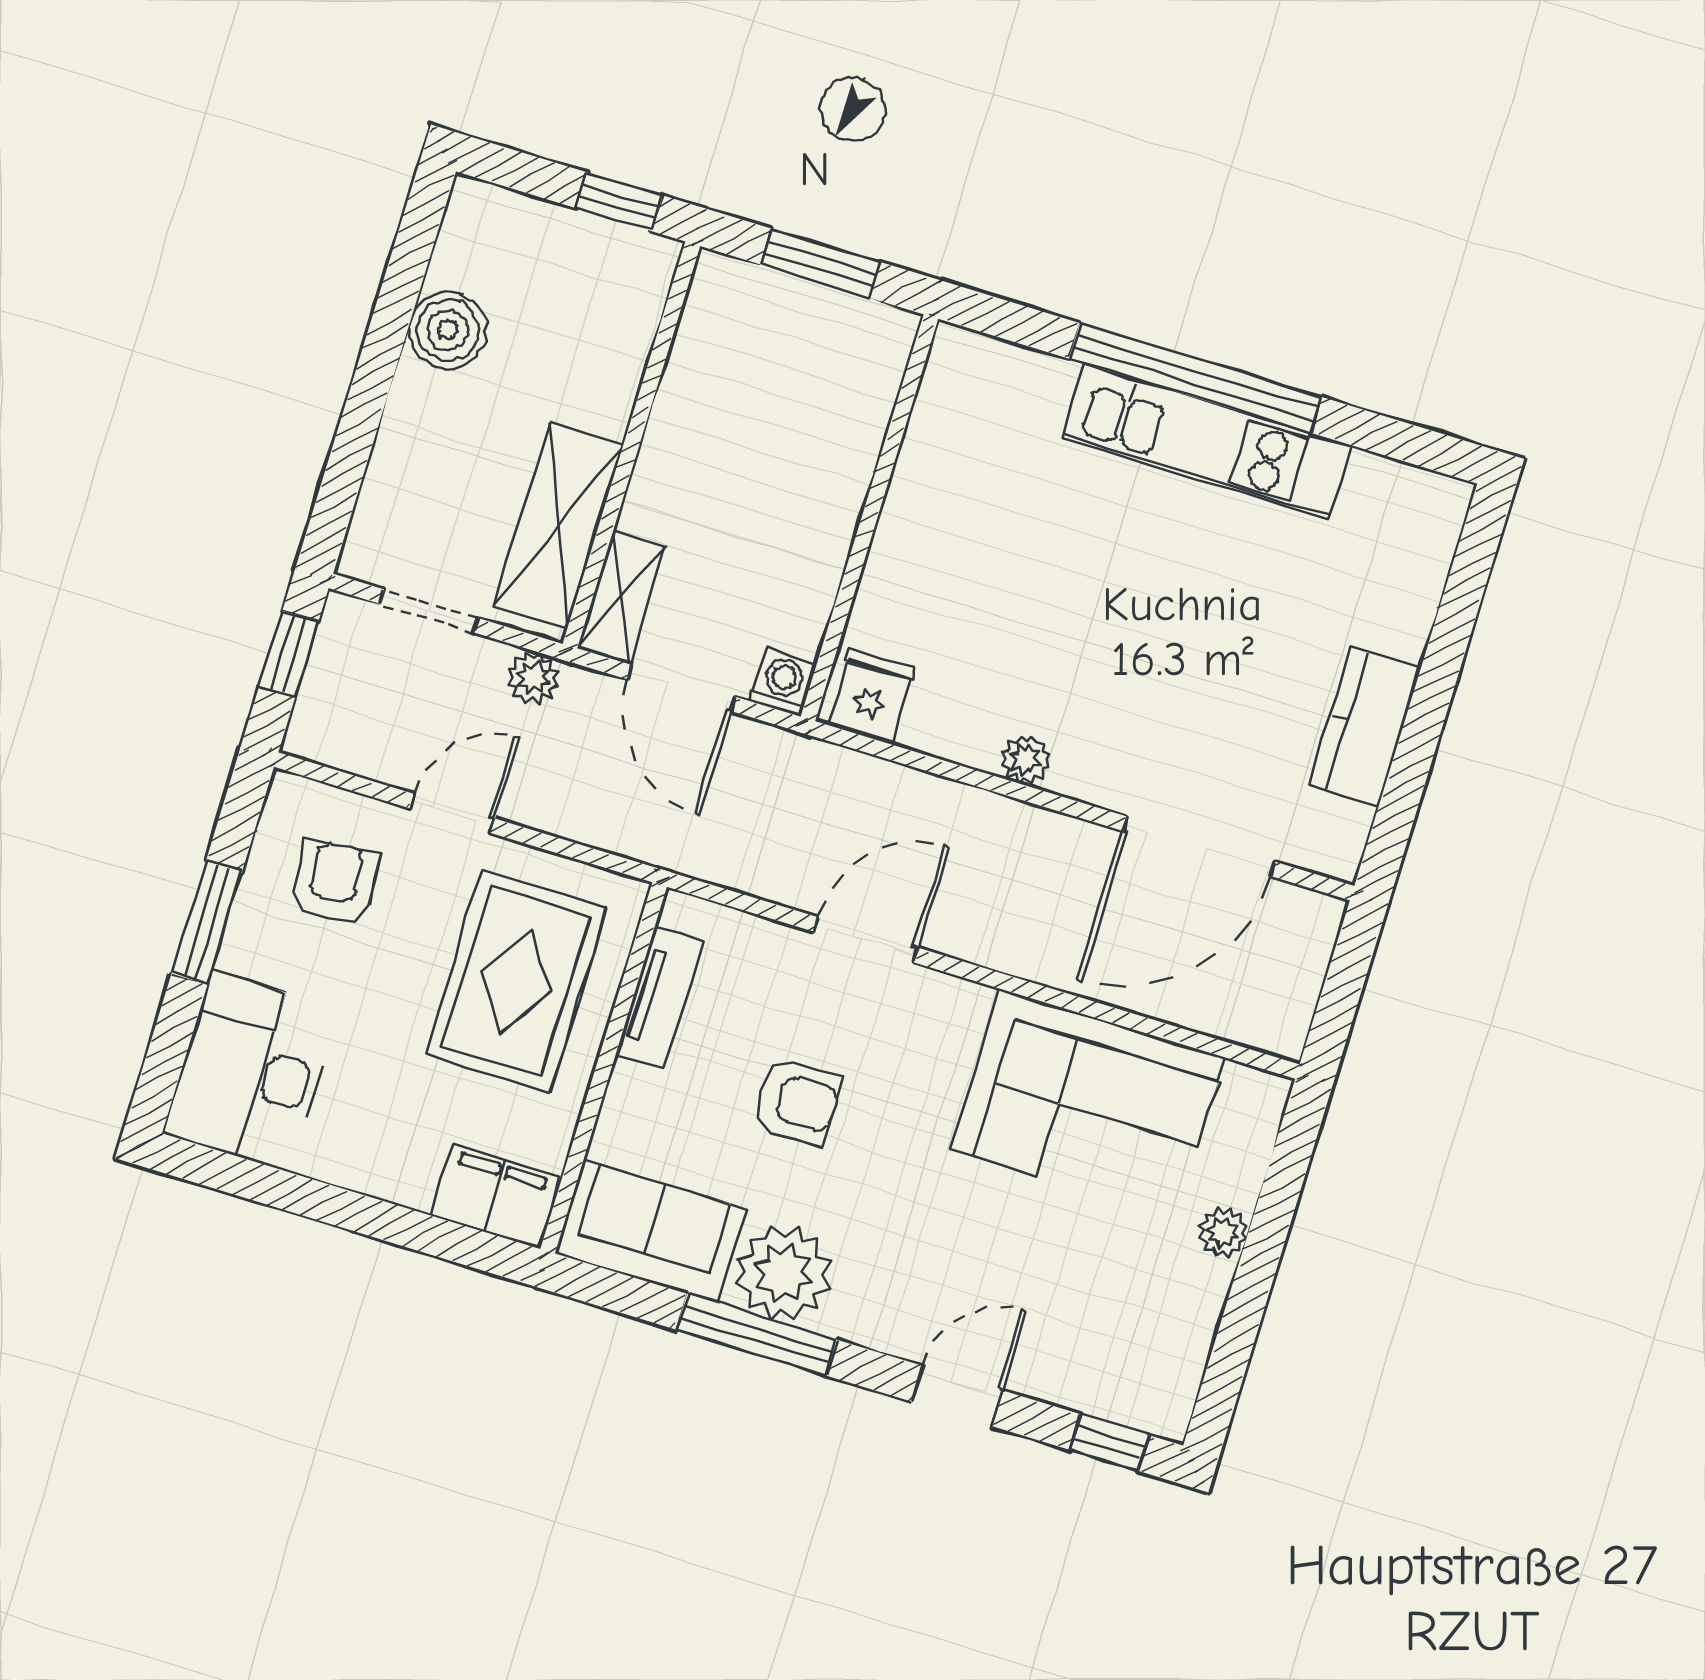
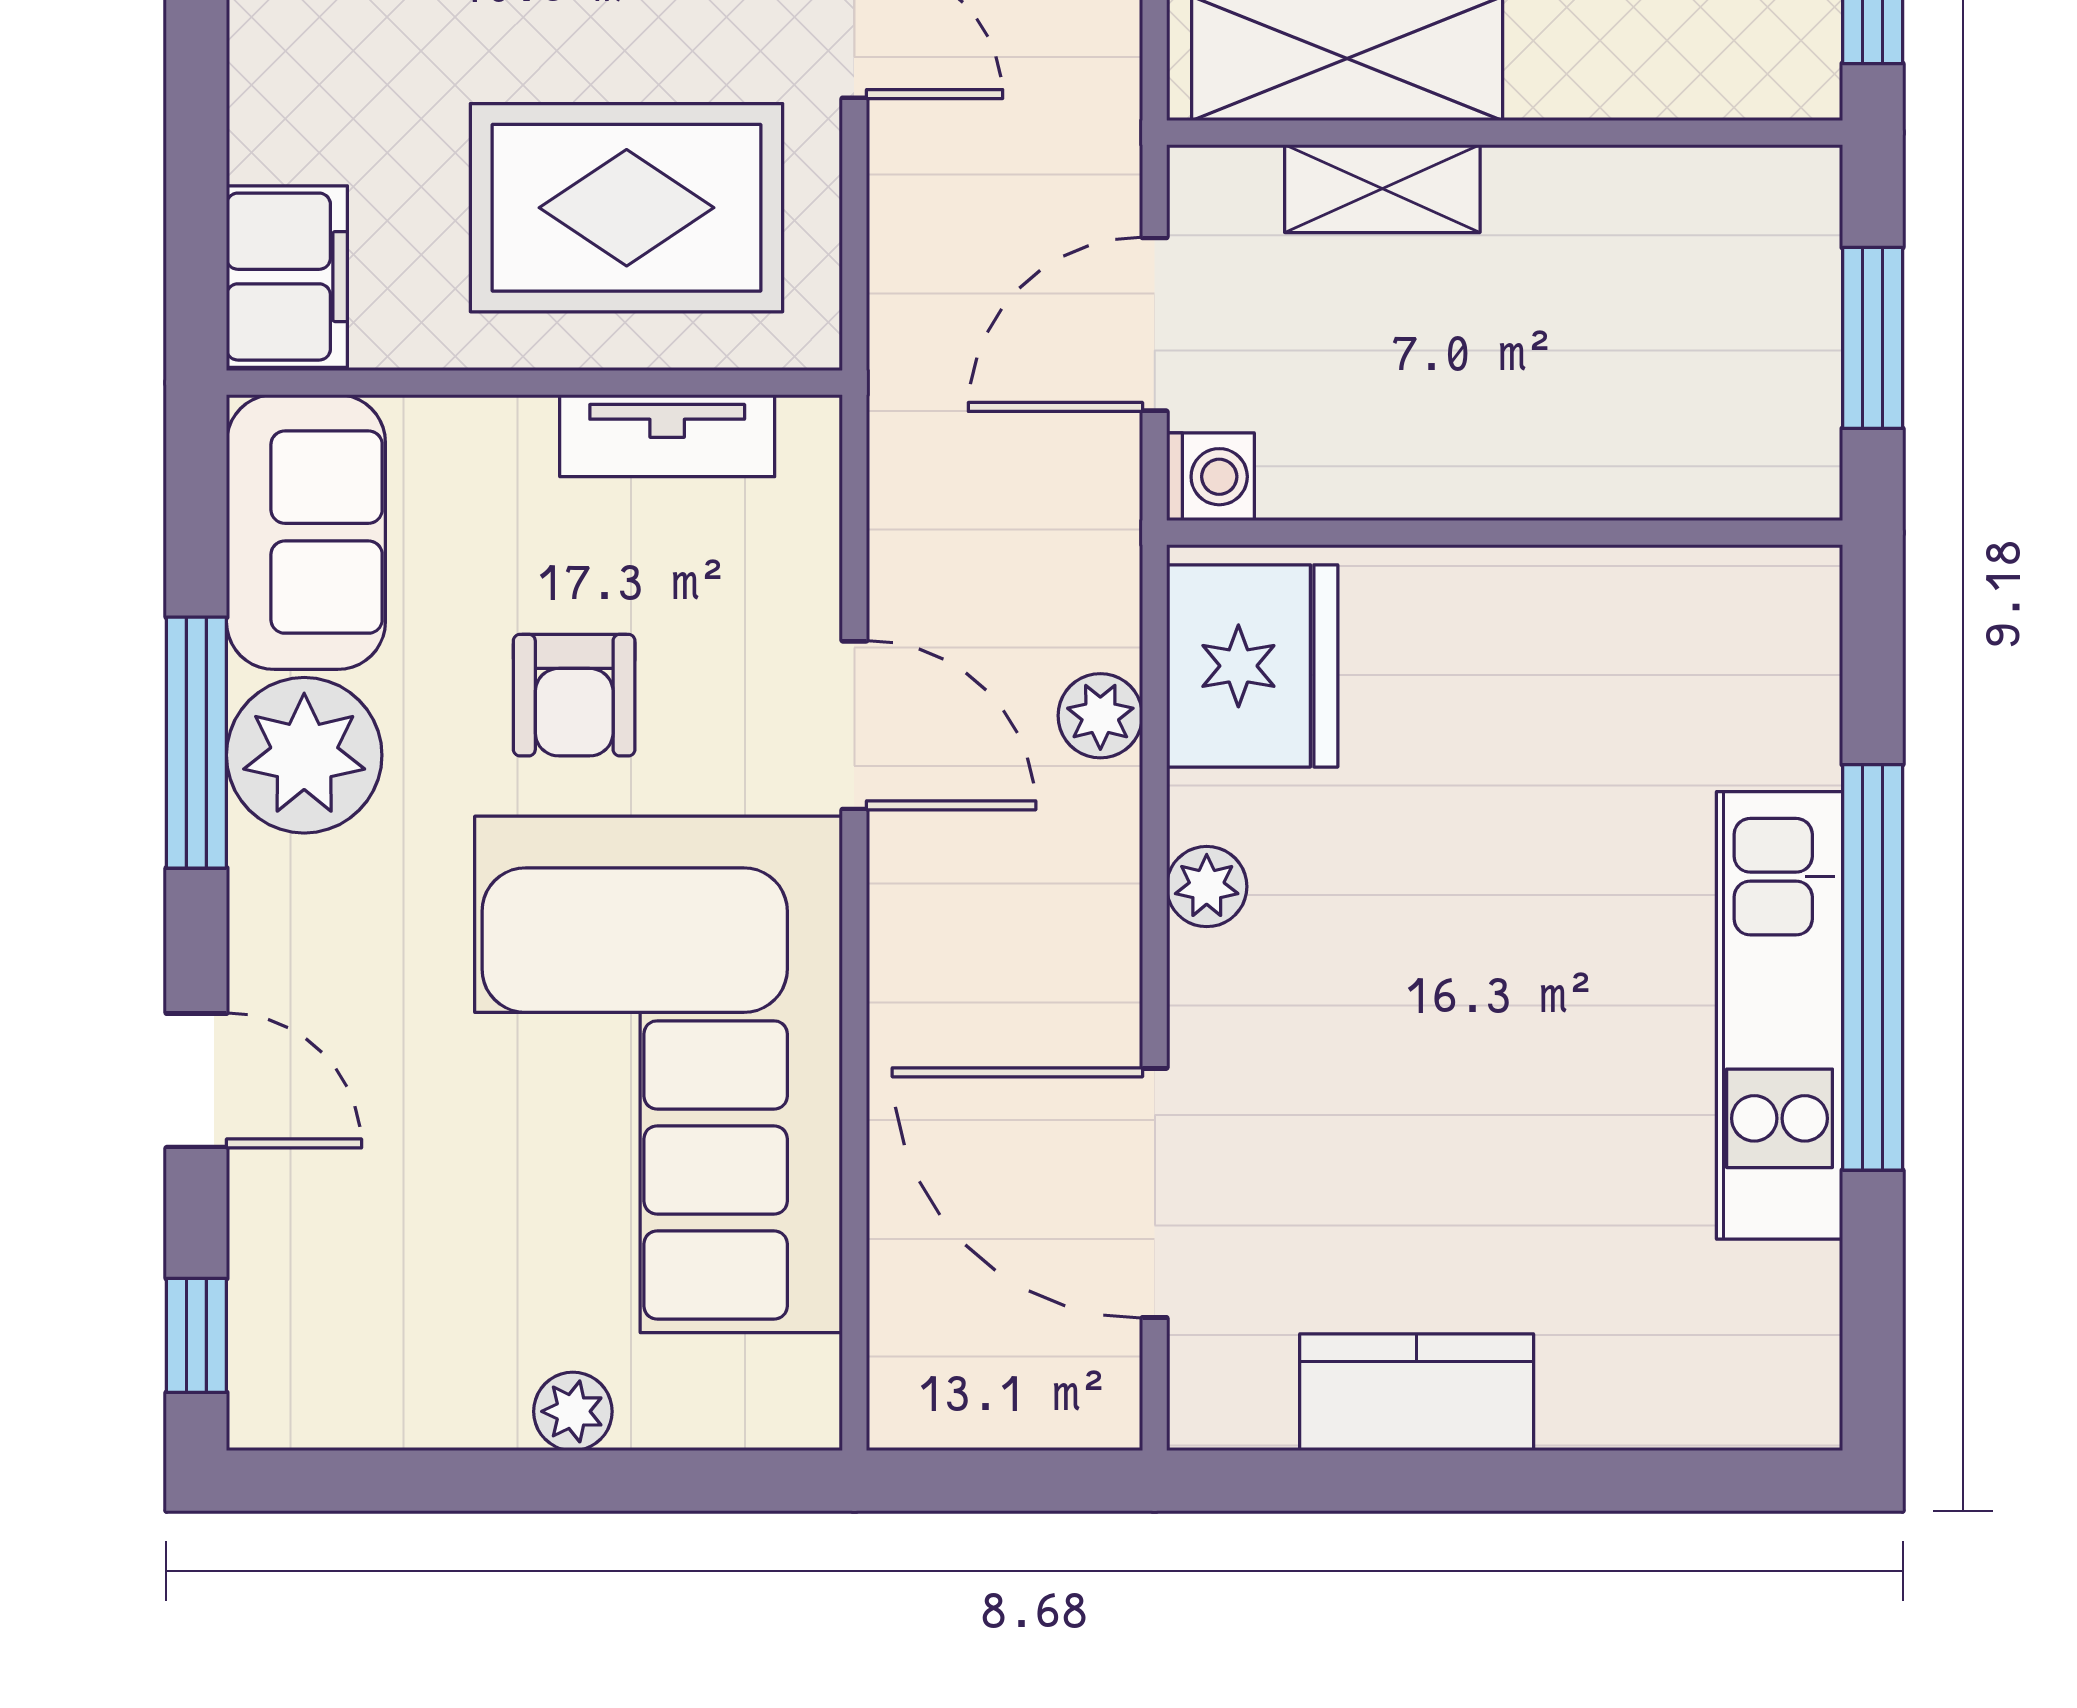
shelving: (621, 596) -> (1382, 189), moved
plant: (533, 678) -> (1100, 716), moved
fridge: (871, 696) -> (1252, 666), width x1.88, depth x1.34
corner sofa: (1088, 1103) -> (659, 1074), width x1.36, depth x1.36

